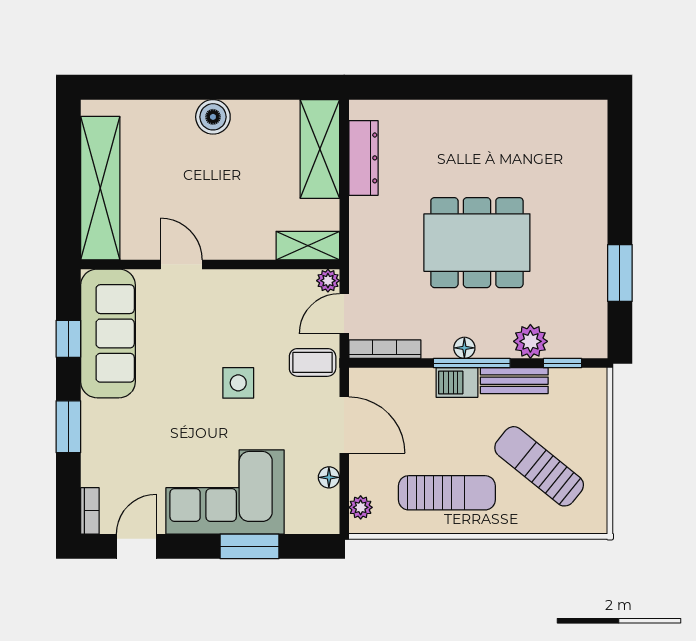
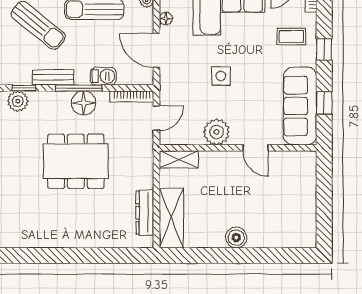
shelving: (100, 188) -> (305, 194), removed
plant: (328, 281) -> (217, 132), moved, width x1.87, depth x1.87
plant: (530, 341) -> (18, 101), moved
floor lamp: (464, 348) -> (84, 103), width x1.89, depth x1.89
coffee table: (313, 362) -> (291, 36), moved
barbecue: (457, 383) -> (103, 76), moved
window: (68, 427) -> (324, 49), width x0.67

